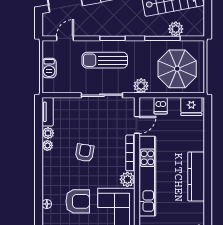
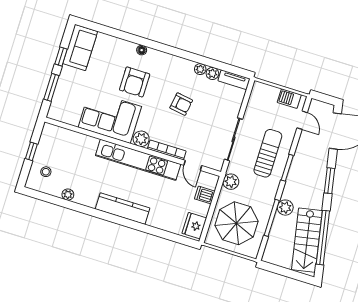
plant: (176, 29) -> (285, 208), moved
barbecue: (49, 68) -> (289, 99), moved

